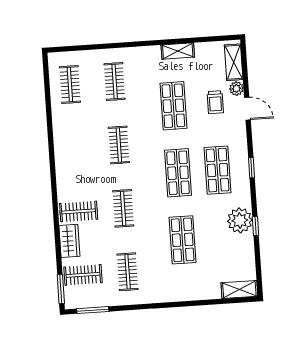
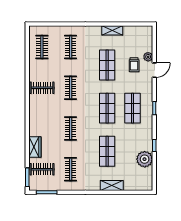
shelving: (234, 62) -> (148, 40), removed
door: (247, 109) -> (154, 70), hinge flipped
clothes rail: (79, 211) -> (42, 88), moved
plant: (240, 220) -> (145, 159), moved
shelving: (239, 290) -> (112, 185), moved

